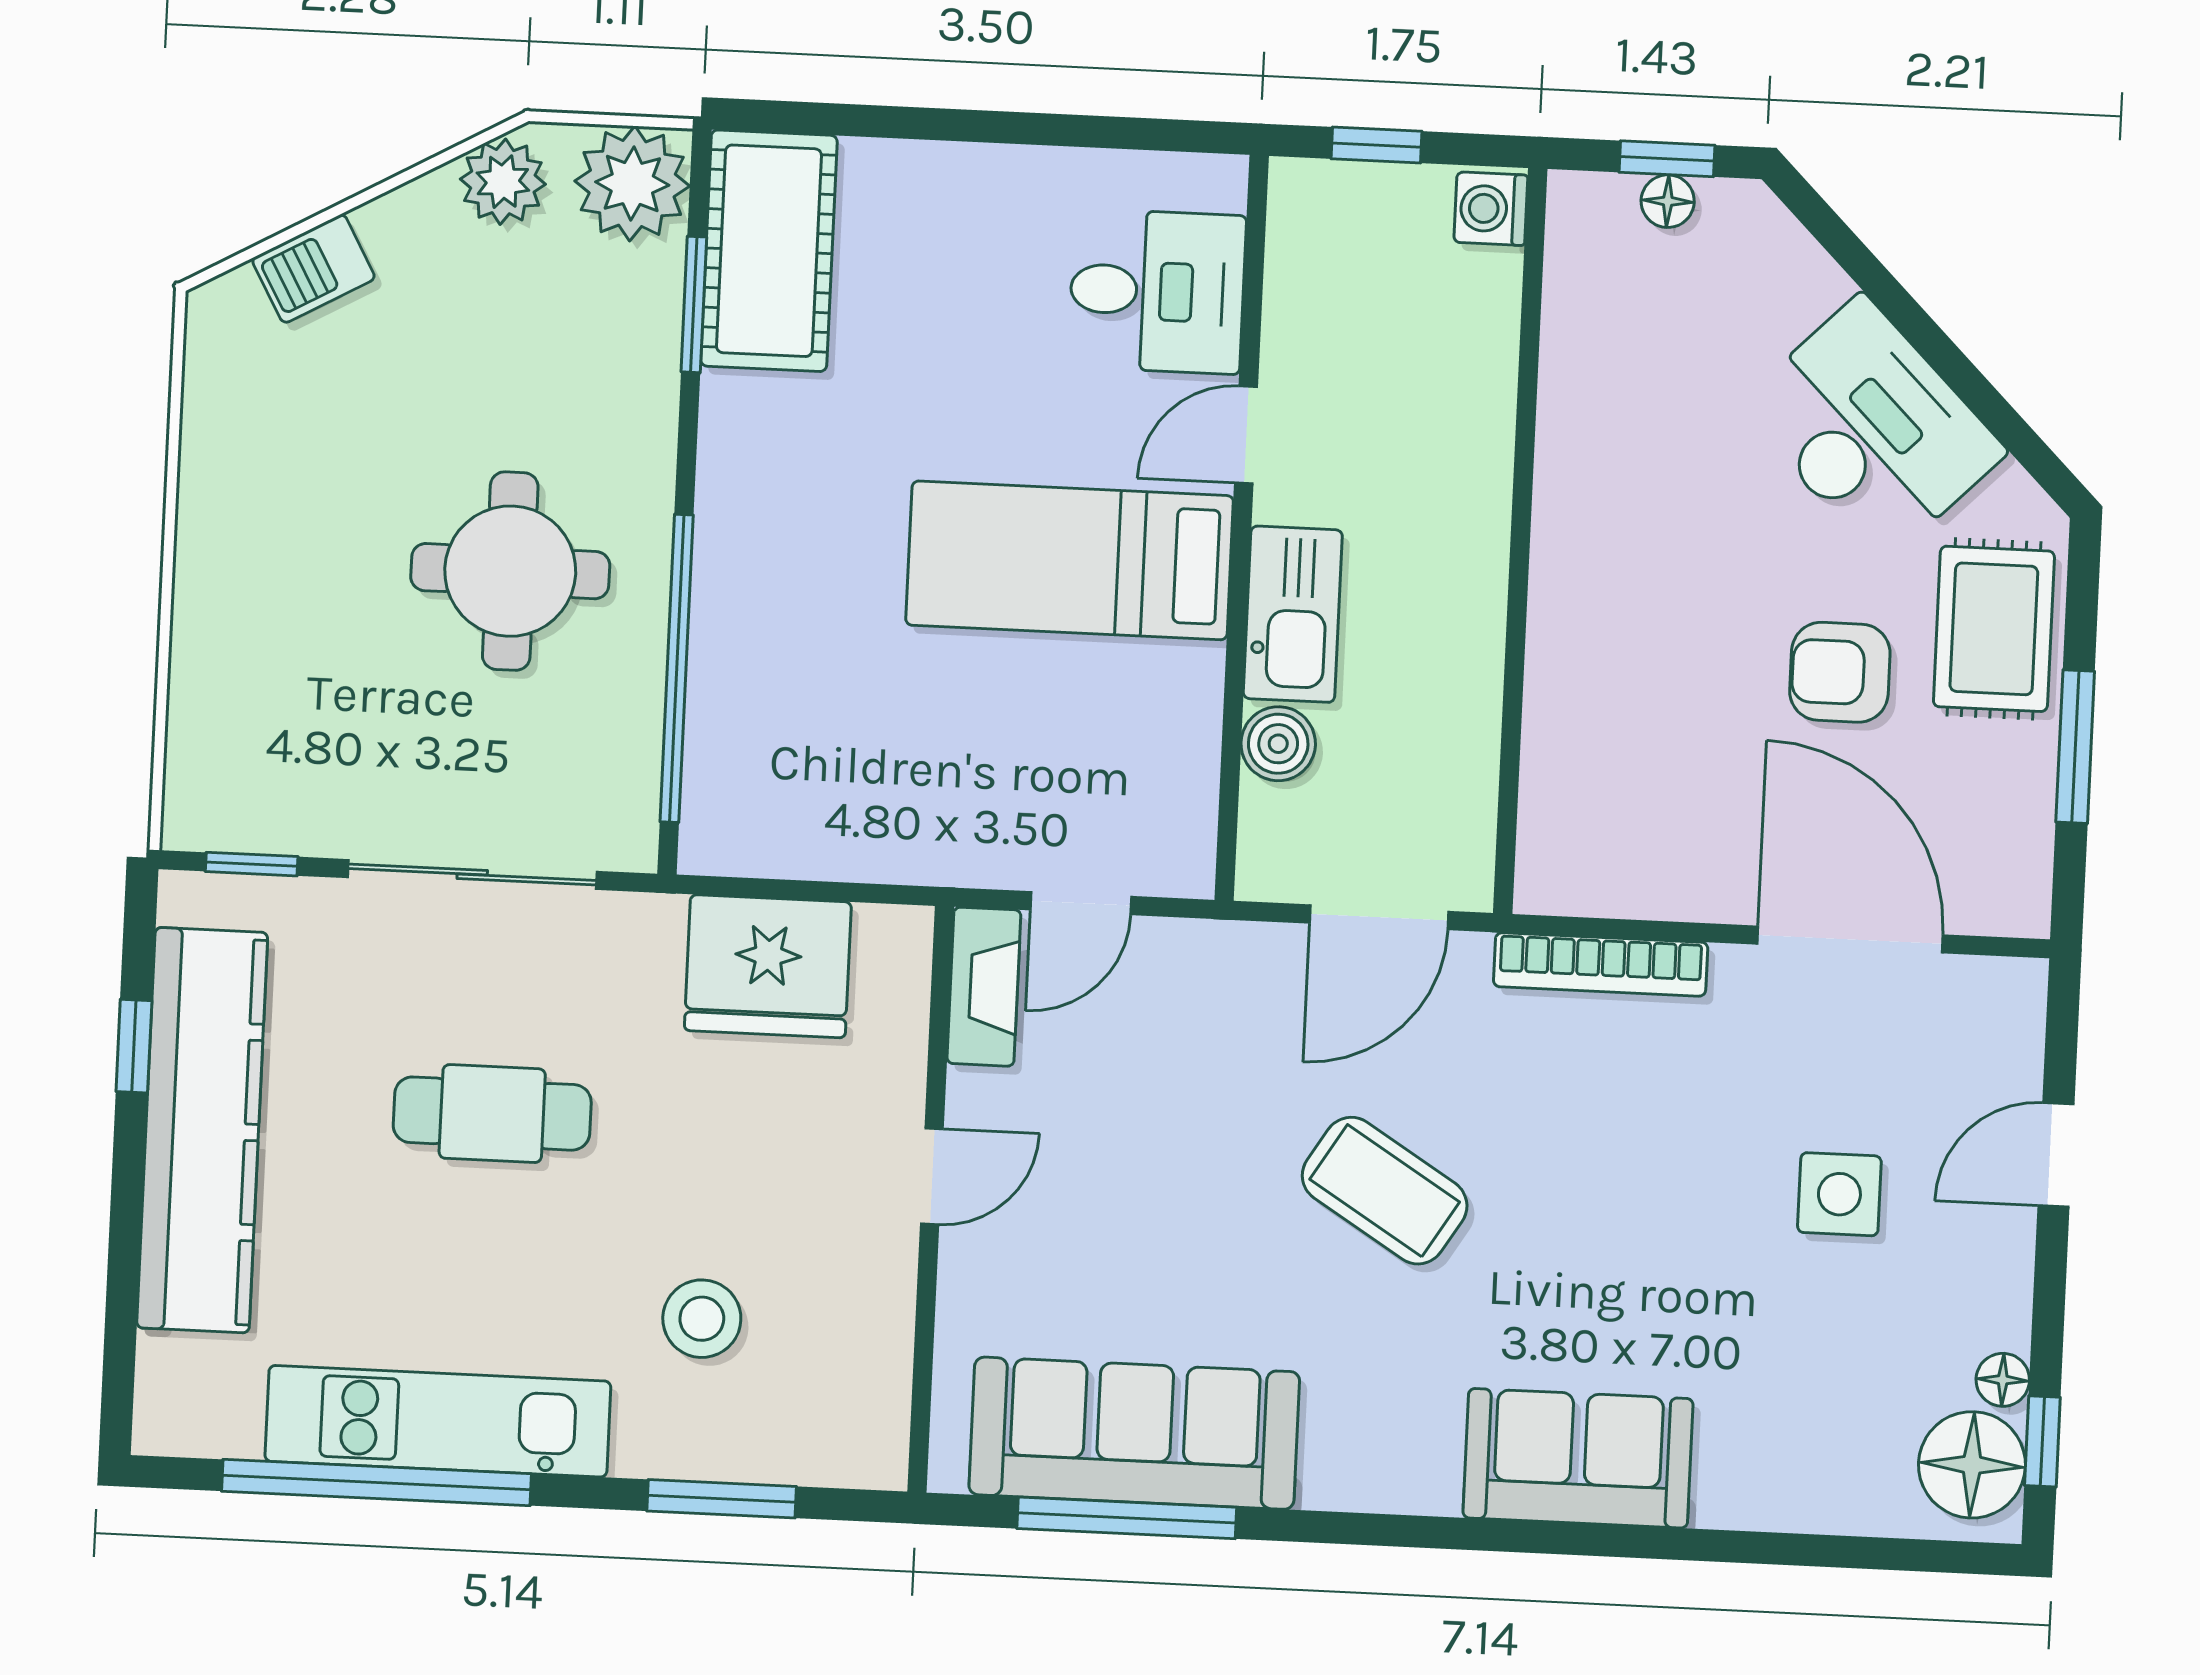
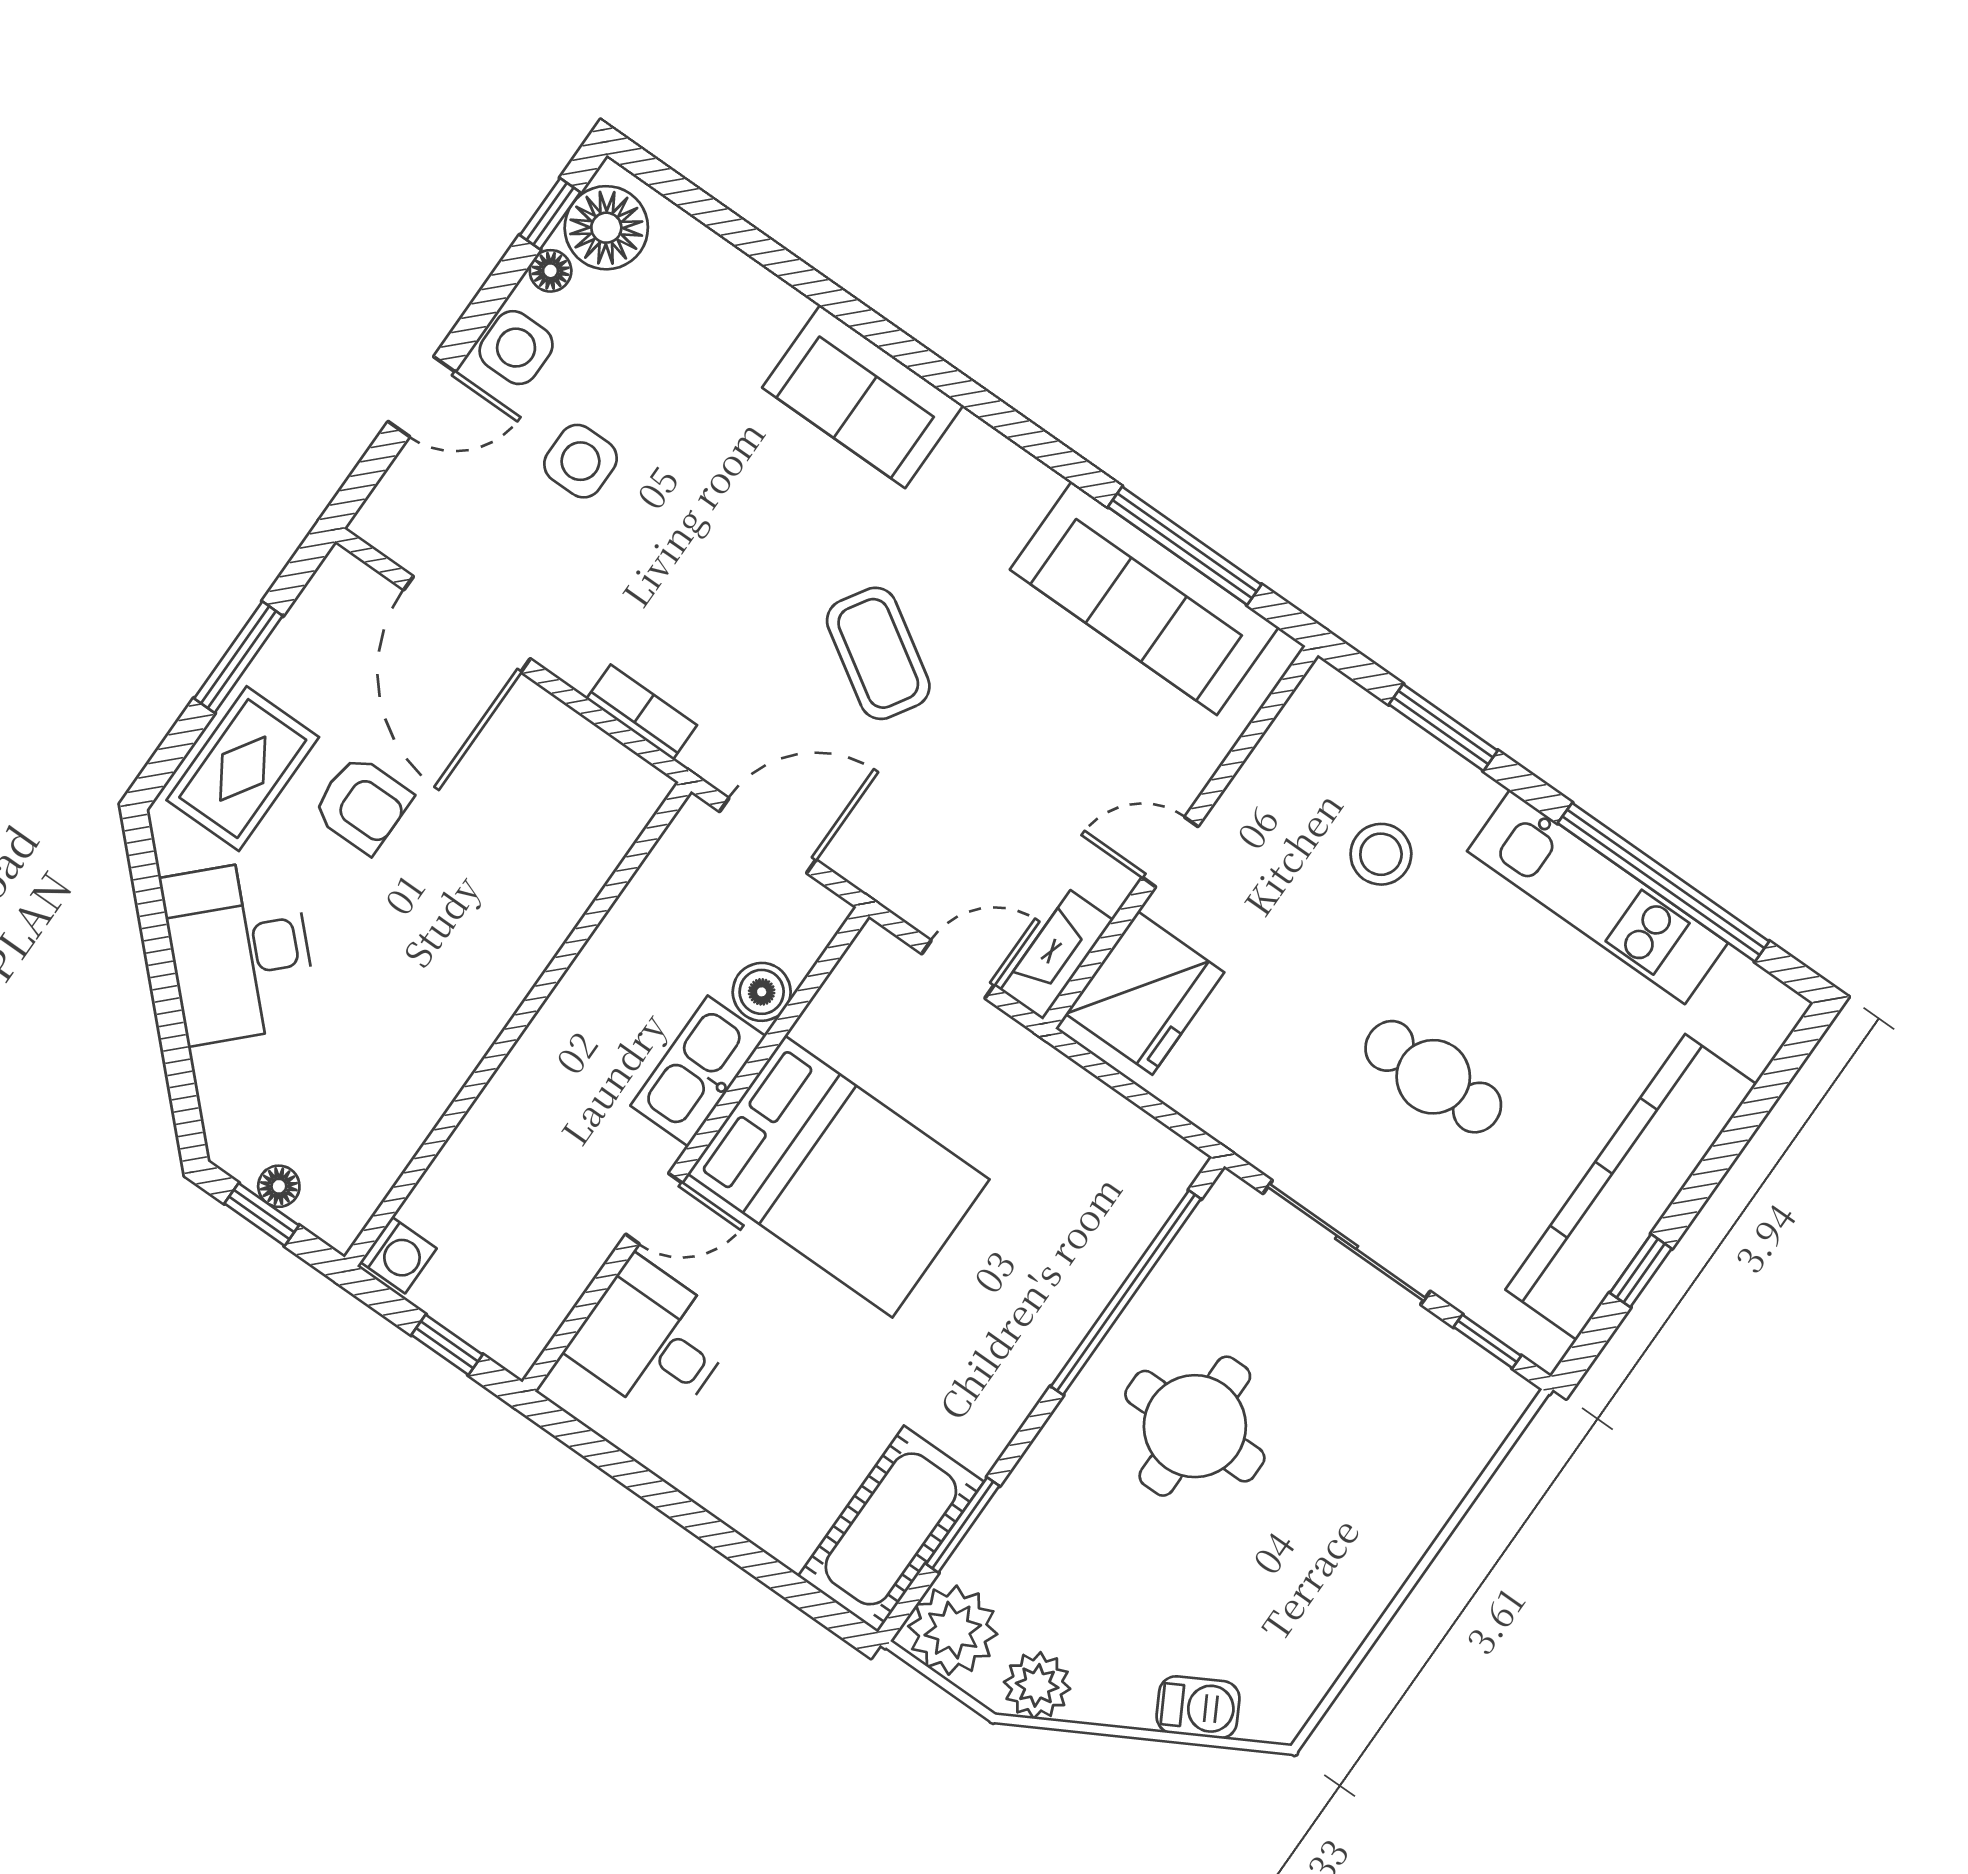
bed: (1070, 560) -> (839, 1177), width x1.50
bookcase: (1601, 964) -> (642, 712), width x0.64
fridge: (768, 966) -> (1145, 993), moved, turned 90
side table: (1987, 1273) -> (516, 348), added

